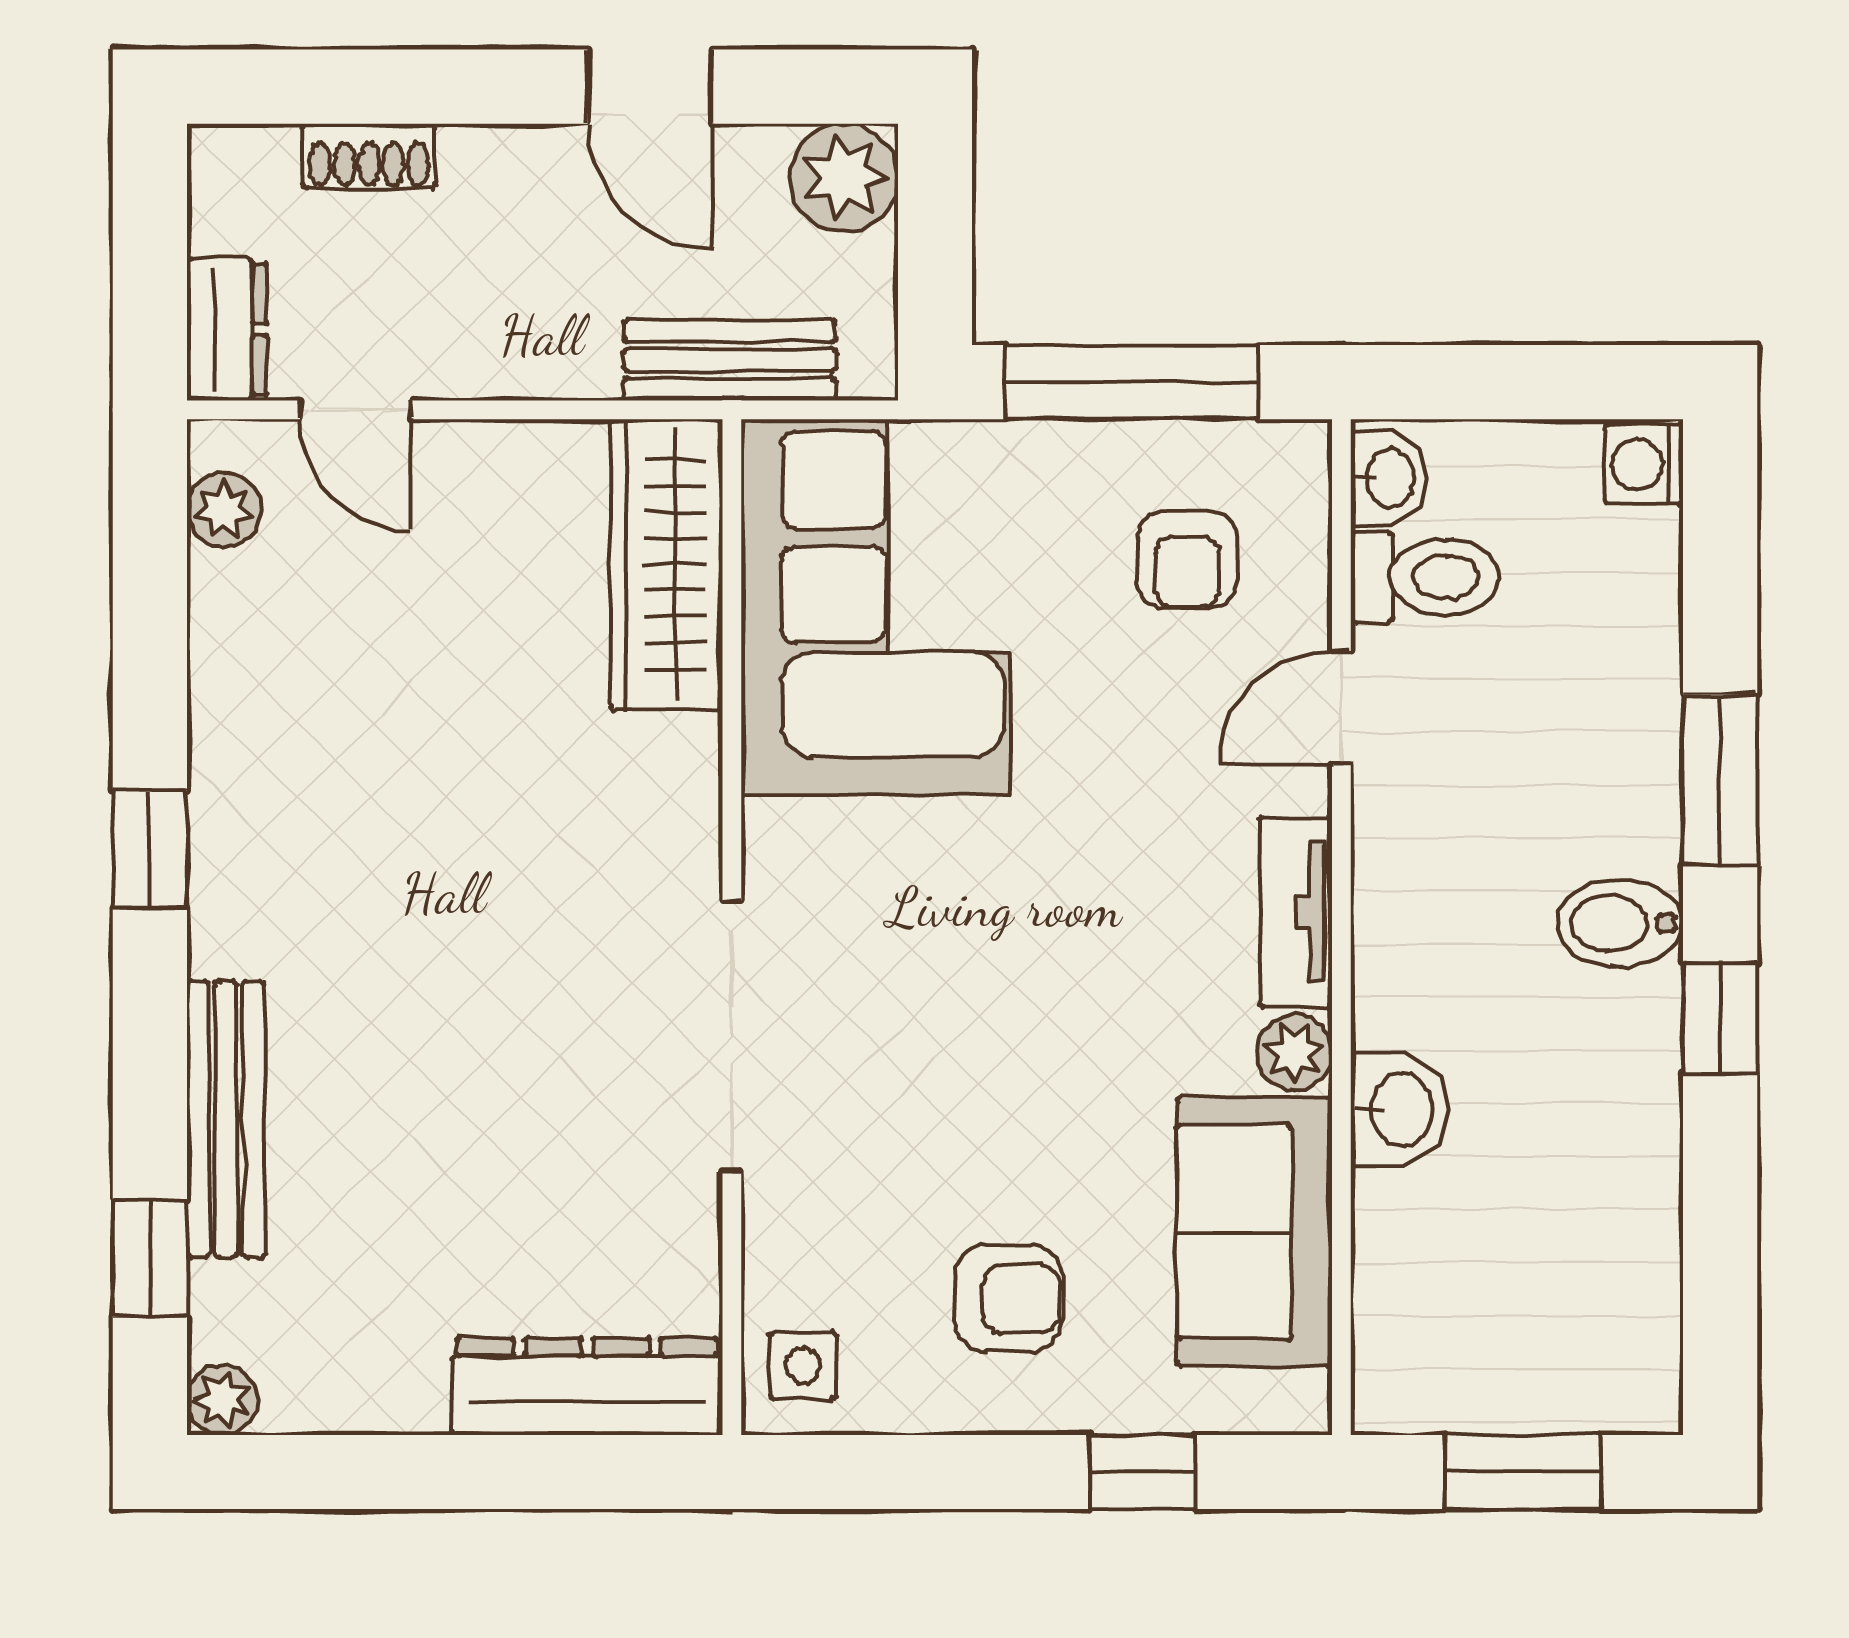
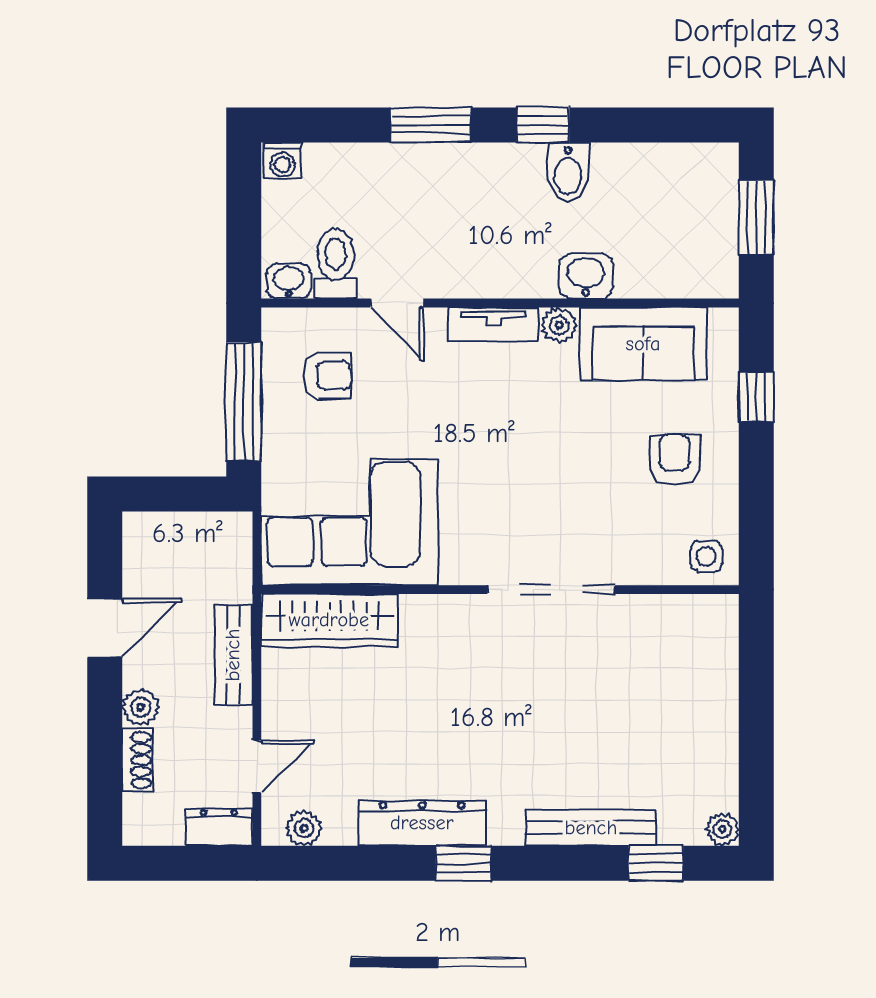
plant: (844, 178) -> (141, 707), moved, width x0.73, depth x0.73
bench: (730, 360) -> (233, 655), moved
bidet: (1620, 923) -> (568, 172), moved
dresser: (587, 1387) -> (422, 823), moved, turned 90

